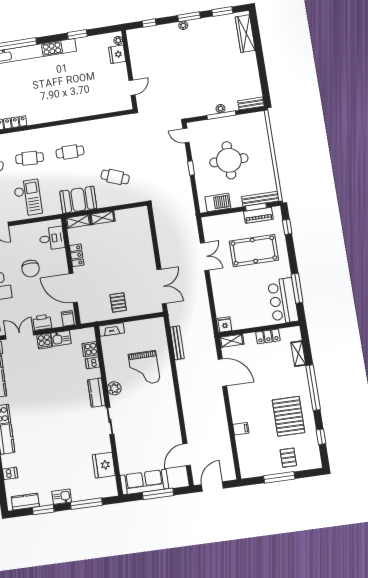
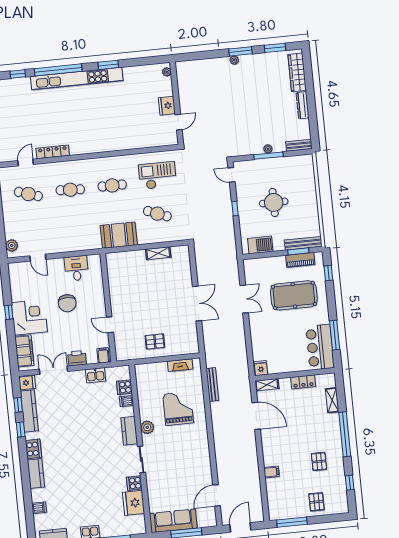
window: (149, 23) -> (199, 56), removed
window: (77, 35) -> (108, 65), moved
fridge: (117, 54) -> (167, 106), moved
dresser: (252, 65) -> (303, 105), added
round table: (229, 160) -> (274, 202), width x0.73, depth x0.73
checkout: (28, 198) -> (157, 175), moved, turned -90
shelving: (102, 218) -> (158, 253), moved
shelving: (78, 221) -> (118, 257), removed
desk: (52, 238) -> (76, 268), moved, turned -90
locker: (77, 255) -> (115, 292), removed
double door: (162, 286) -> (197, 304), moved
door: (73, 288) -> (110, 325), width x0.53
pallet: (118, 302) -> (155, 342), turned 90
fireplace: (112, 329) -> (180, 365), moved
cooker: (44, 341) -> (134, 483), moved, turned 90
grand piano: (144, 368) -> (178, 408), turned 180
pallet: (288, 416) -> (319, 461), width x0.49, depth x0.50
window: (279, 477) -> (292, 522), moved

